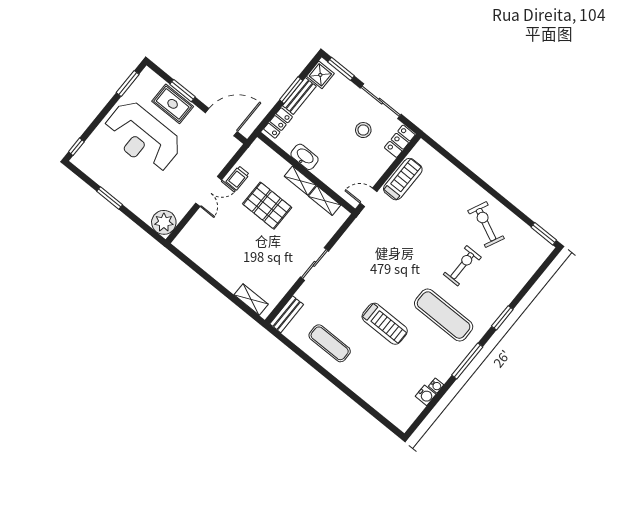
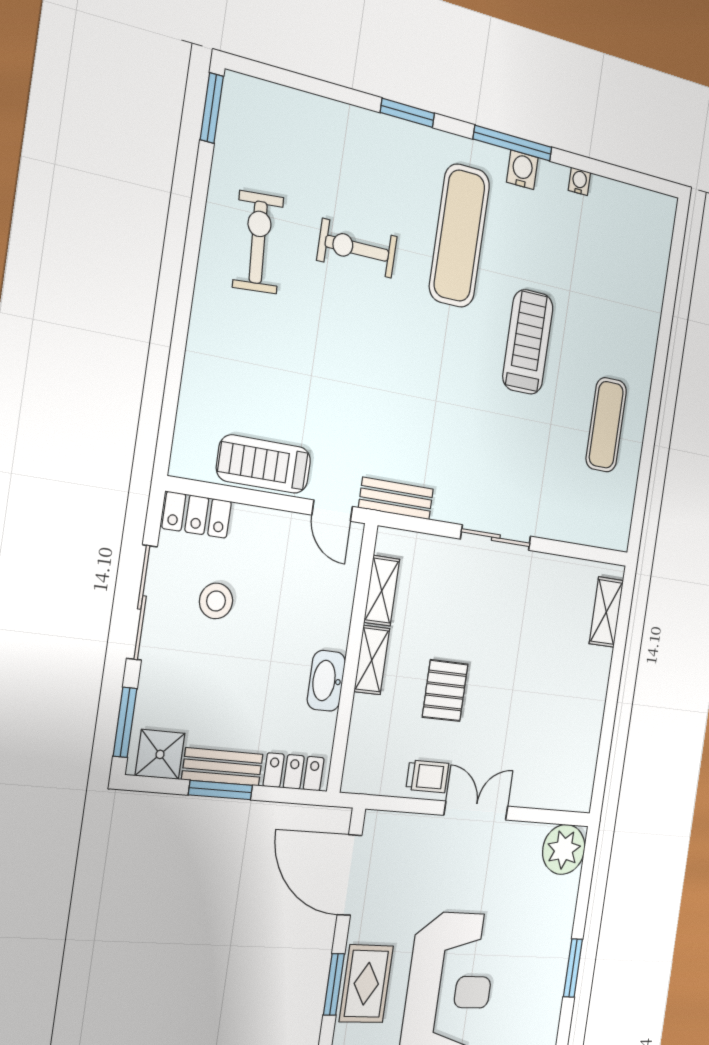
pallet: (267, 206) -> (445, 691), width x0.67, depth x0.71
exercise bike: (486, 225) -> (258, 242), turned 151
bench: (287, 314) -> (396, 498), moved
water cooler: (426, 395) -> (522, 170), moved

